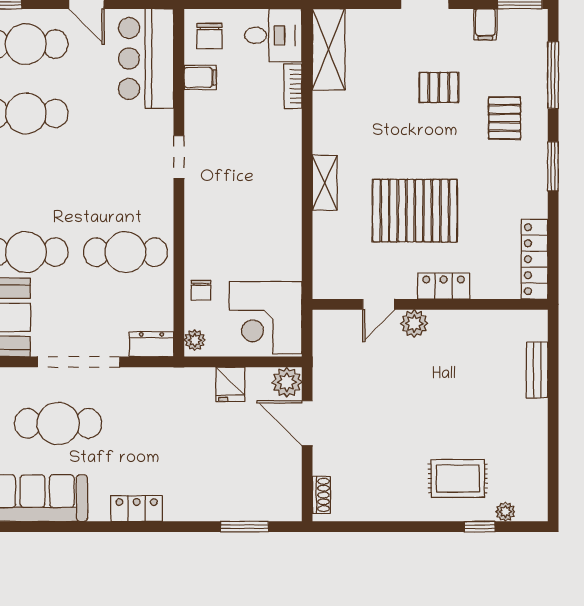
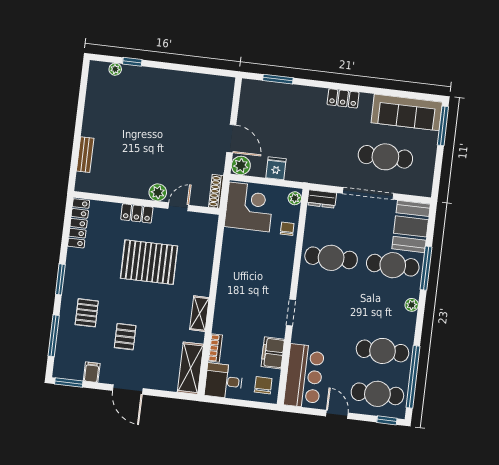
filing cabinet: (200, 77) -> (273, 353), width x2.00
pallet: (439, 87) -> (125, 337), turned 90
shelving: (325, 183) -> (199, 314), moved
rug: (458, 478) -> (142, 93), removed
shoe rack: (321, 495) -> (216, 191), moved, width x1.43

